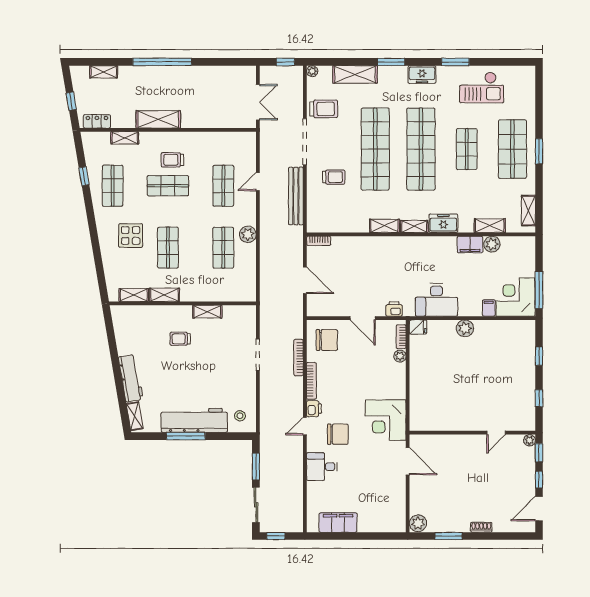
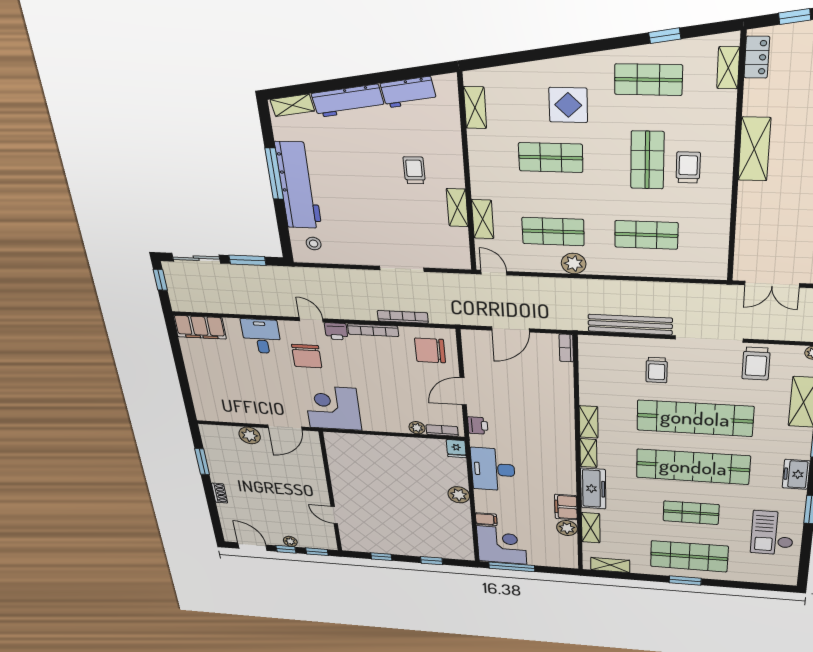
shelving: (125, 138) -> (728, 68), moved
door: (258, 182) -> (494, 273), moved
freezer: (443, 223) -> (593, 489), width x1.40
shelving: (164, 295) -> (483, 219), moved
workbench: (124, 338) -> (409, 92), added
chair: (327, 340) -> (430, 350), turned 90
plant: (530, 440) -> (290, 541), moved
filing cabinet: (338, 523) -> (200, 327), moved, turned 90
plant: (418, 523) -> (250, 435), moved

